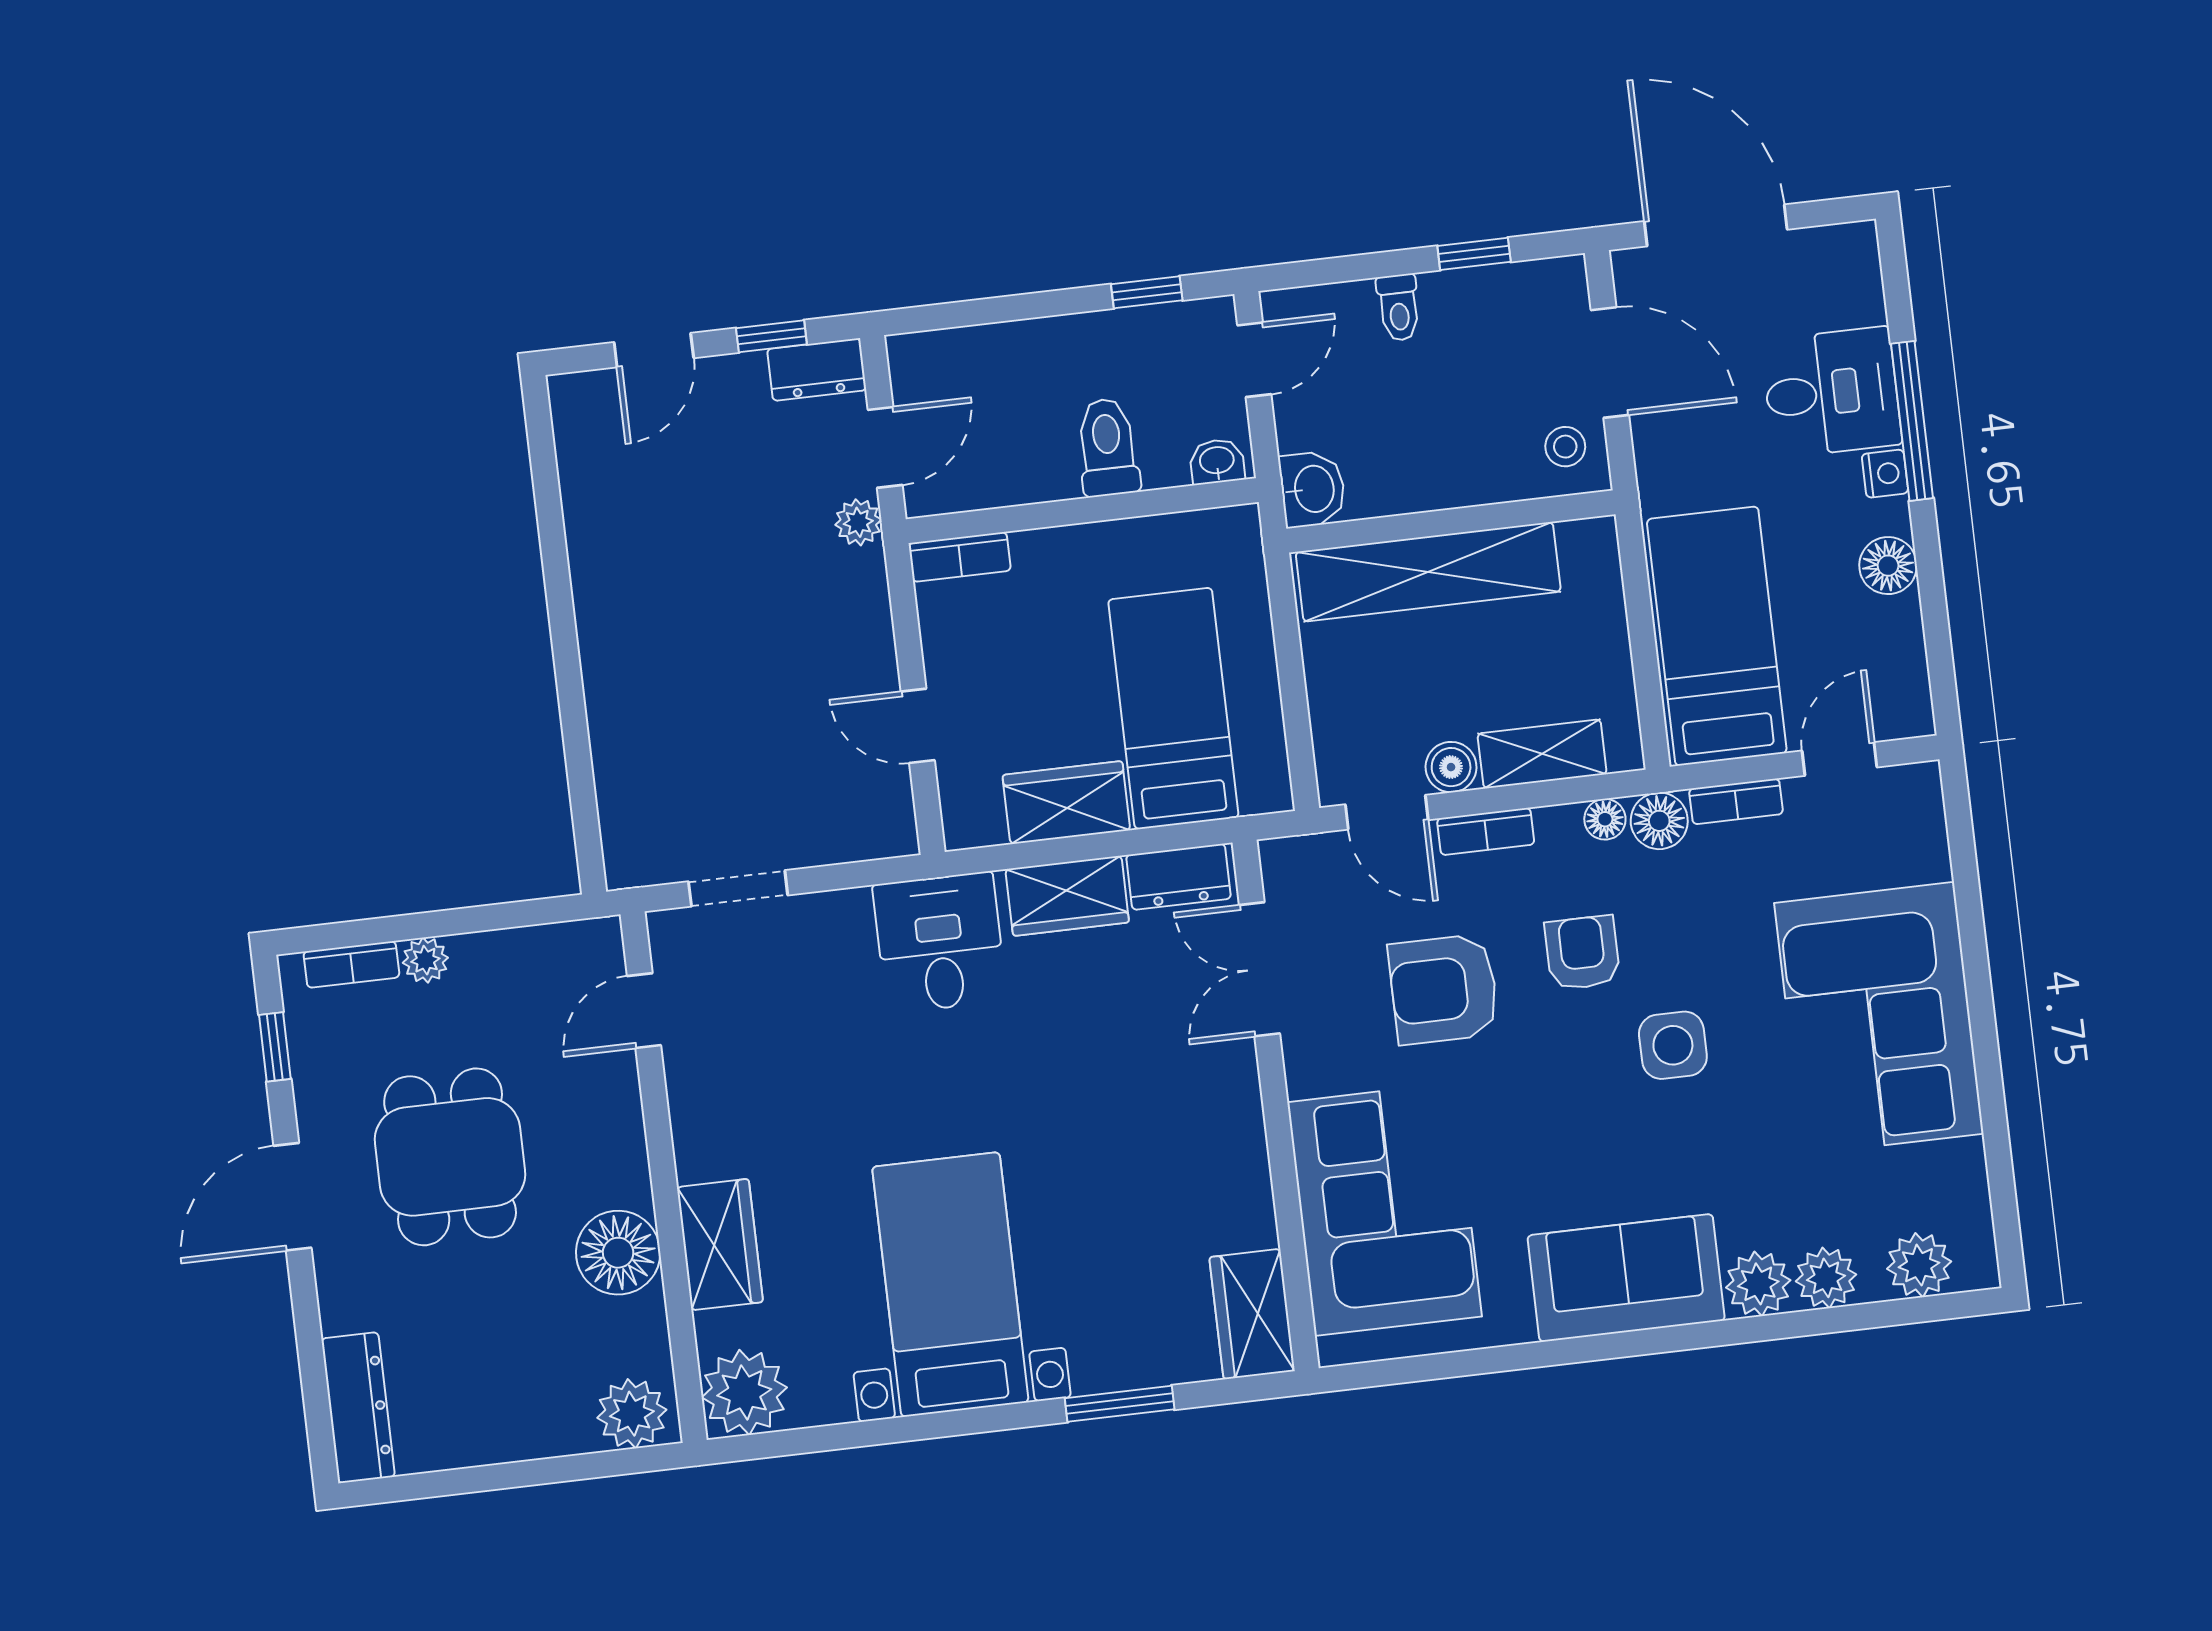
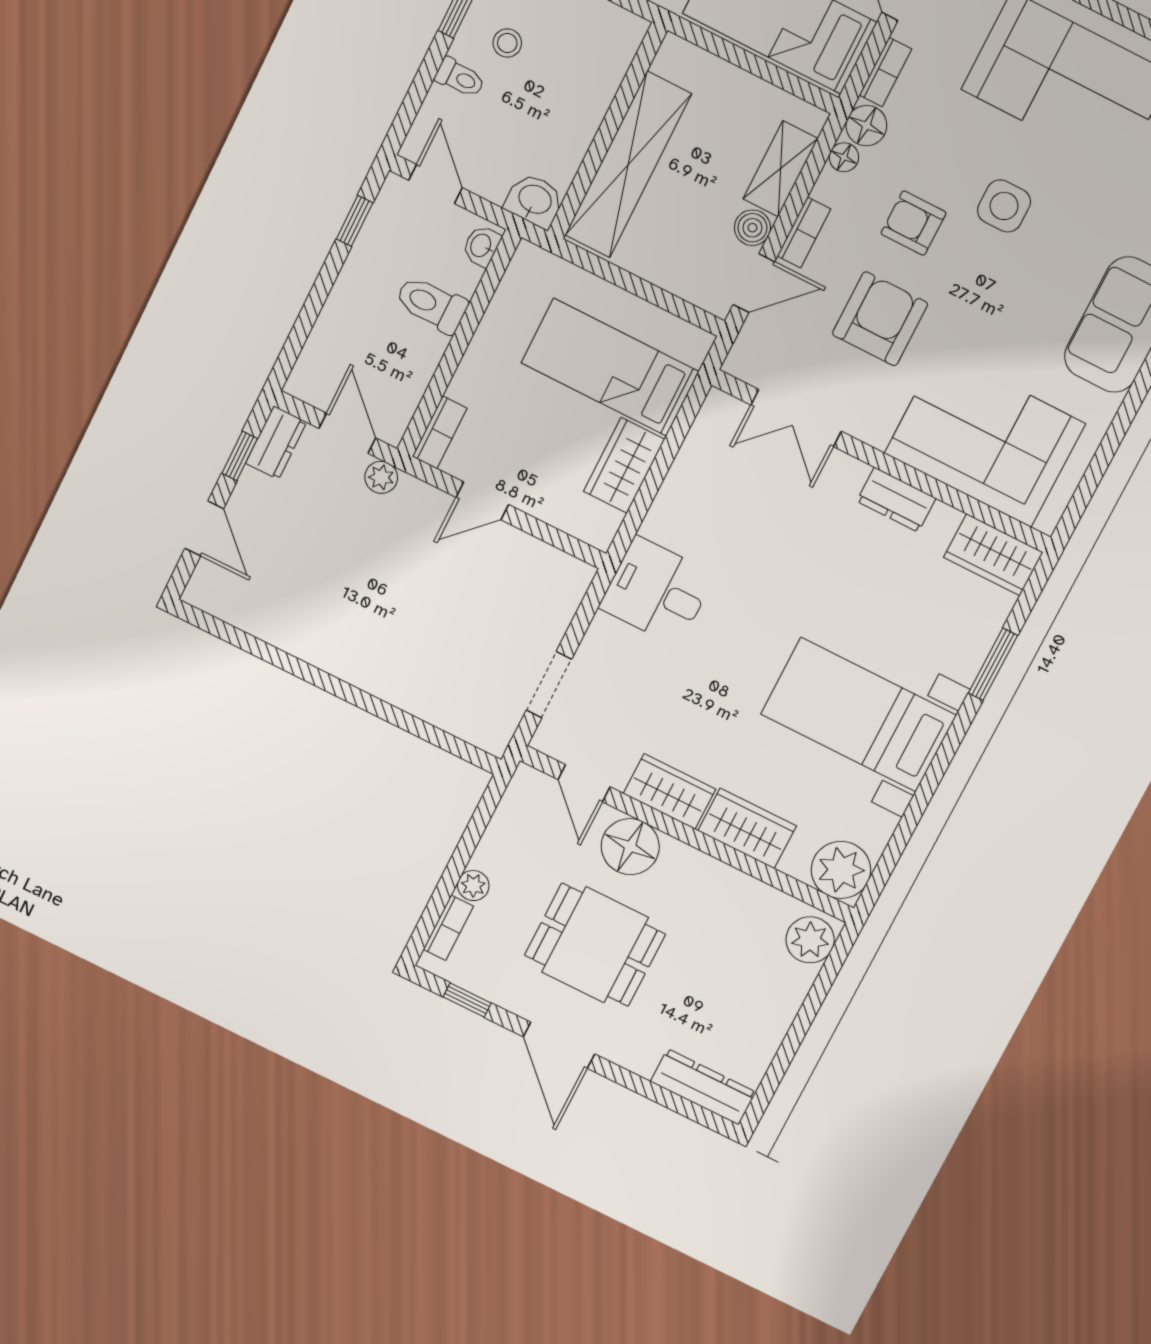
stool: (1565, 447) -> (507, 43), moved
door: (918, 726) -> (482, 501), moved
dresser: (1179, 877) -> (896, 500), moved, turned 90
wardrobe: (1067, 896) -> (669, 791), moved, turned -90
armchair: (1444, 989) -> (880, 319), turned 180
floor lamp: (618, 1253) -> (630, 847), moved

